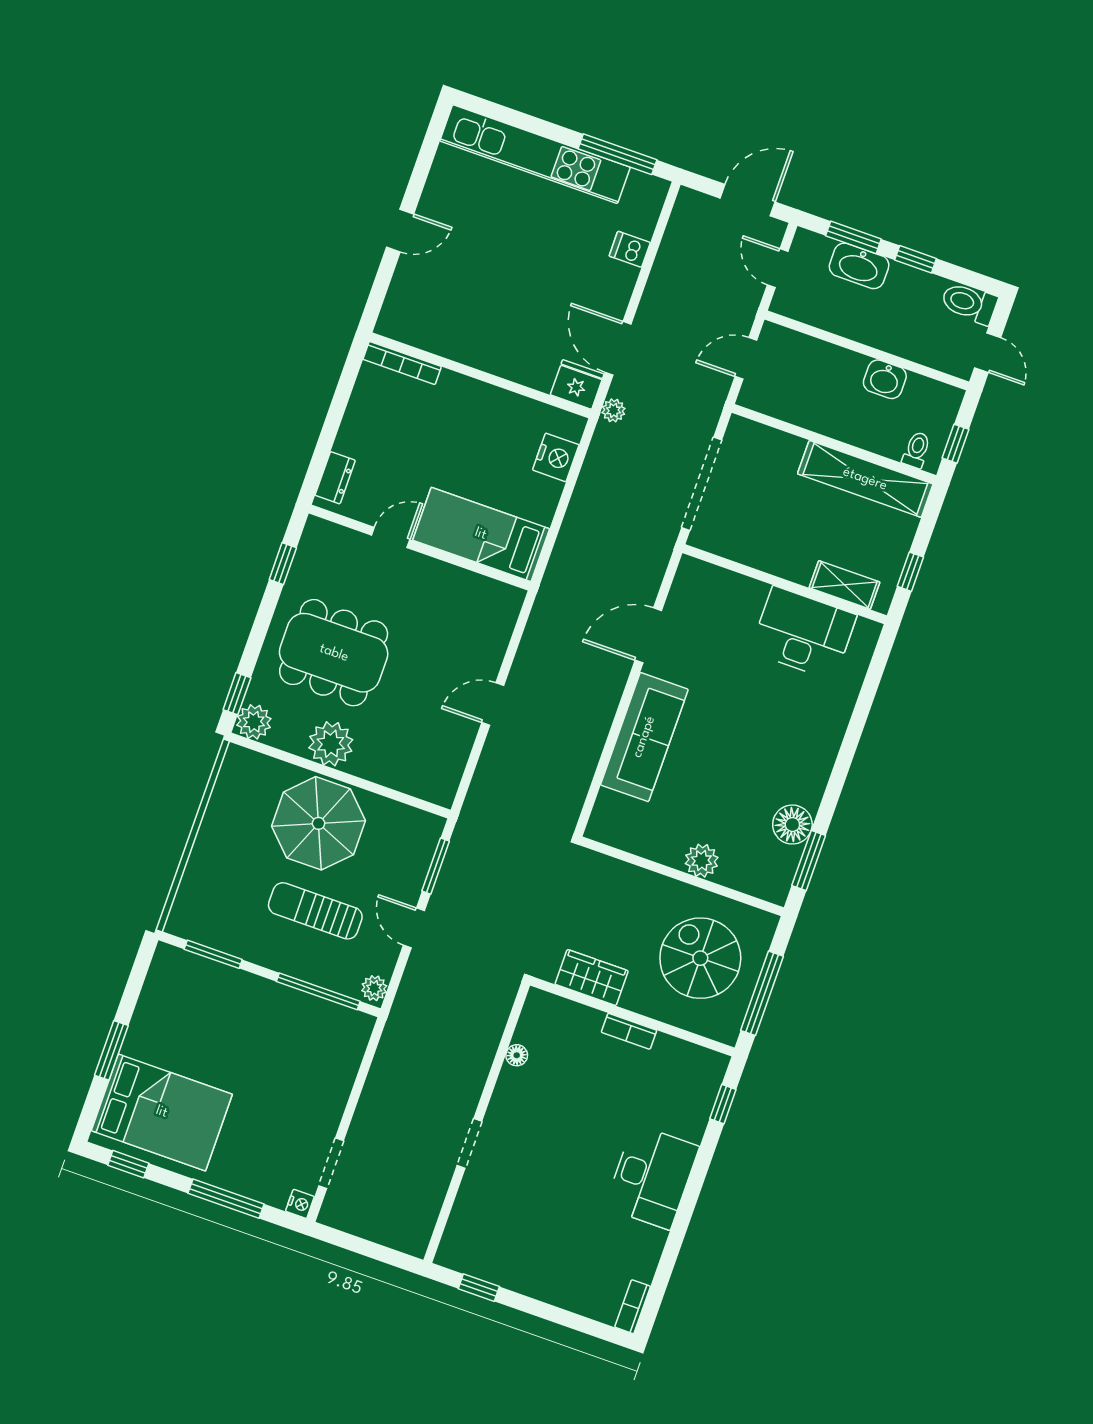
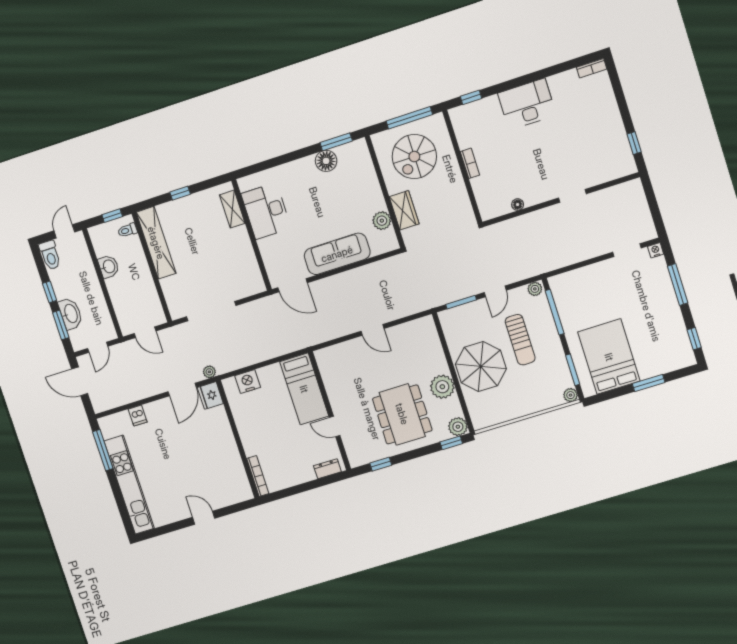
wall: (785, 584) -> (252, 235), moved
shelving: (845, 585) -> (232, 209), moved
desk: (803, 633) -> (266, 211), moved
plant: (702, 861) -> (382, 221), moved
plant: (178, 923) -> (571, 395), added
wardrobe: (592, 977) -> (404, 210), moved, turned 180
bed: (162, 1112) -> (609, 357), moved

